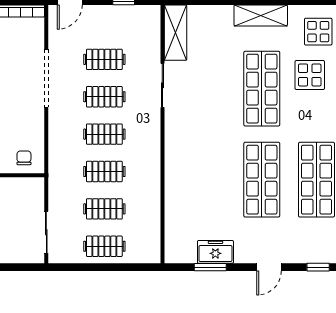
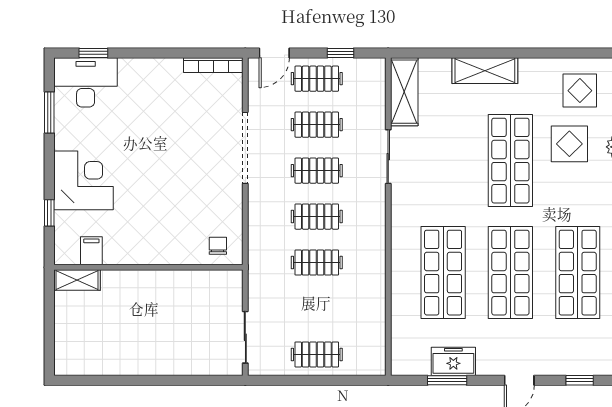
shelving: (261, 15) -> (485, 71), moved
shop shelf: (207, 180) -> (443, 273), added
clothes rail: (104, 209) -> (317, 79), moved

